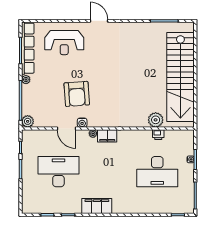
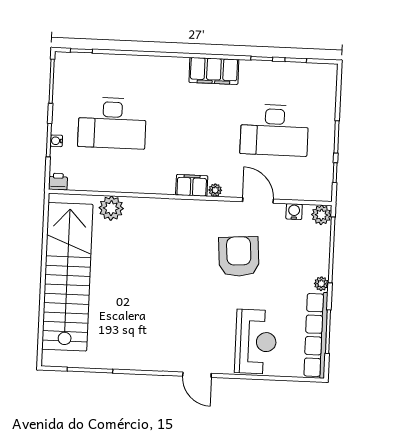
reception desk: (64, 43) -> (256, 342), turned 90
water cooler: (82, 123) -> (294, 212), moved
printer: (158, 135) -> (58, 182), moved
desk: (157, 172) -> (112, 123), turned 180

